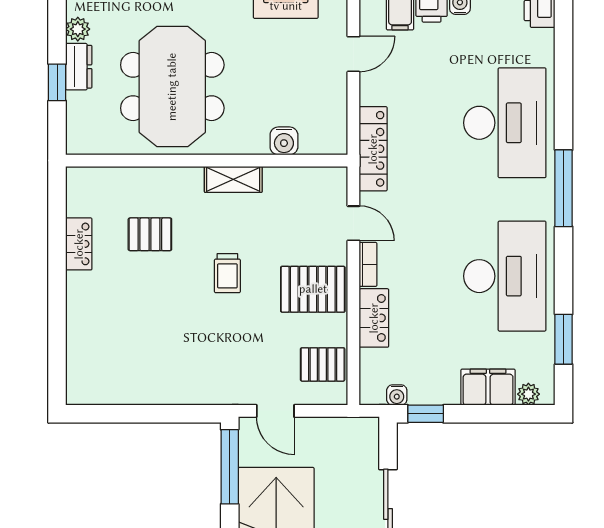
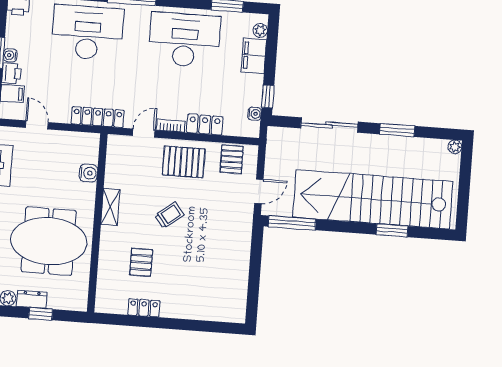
trolley: (227, 273) -> (169, 215), turned -38
pallet: (313, 289) -> (184, 162), turned 90

